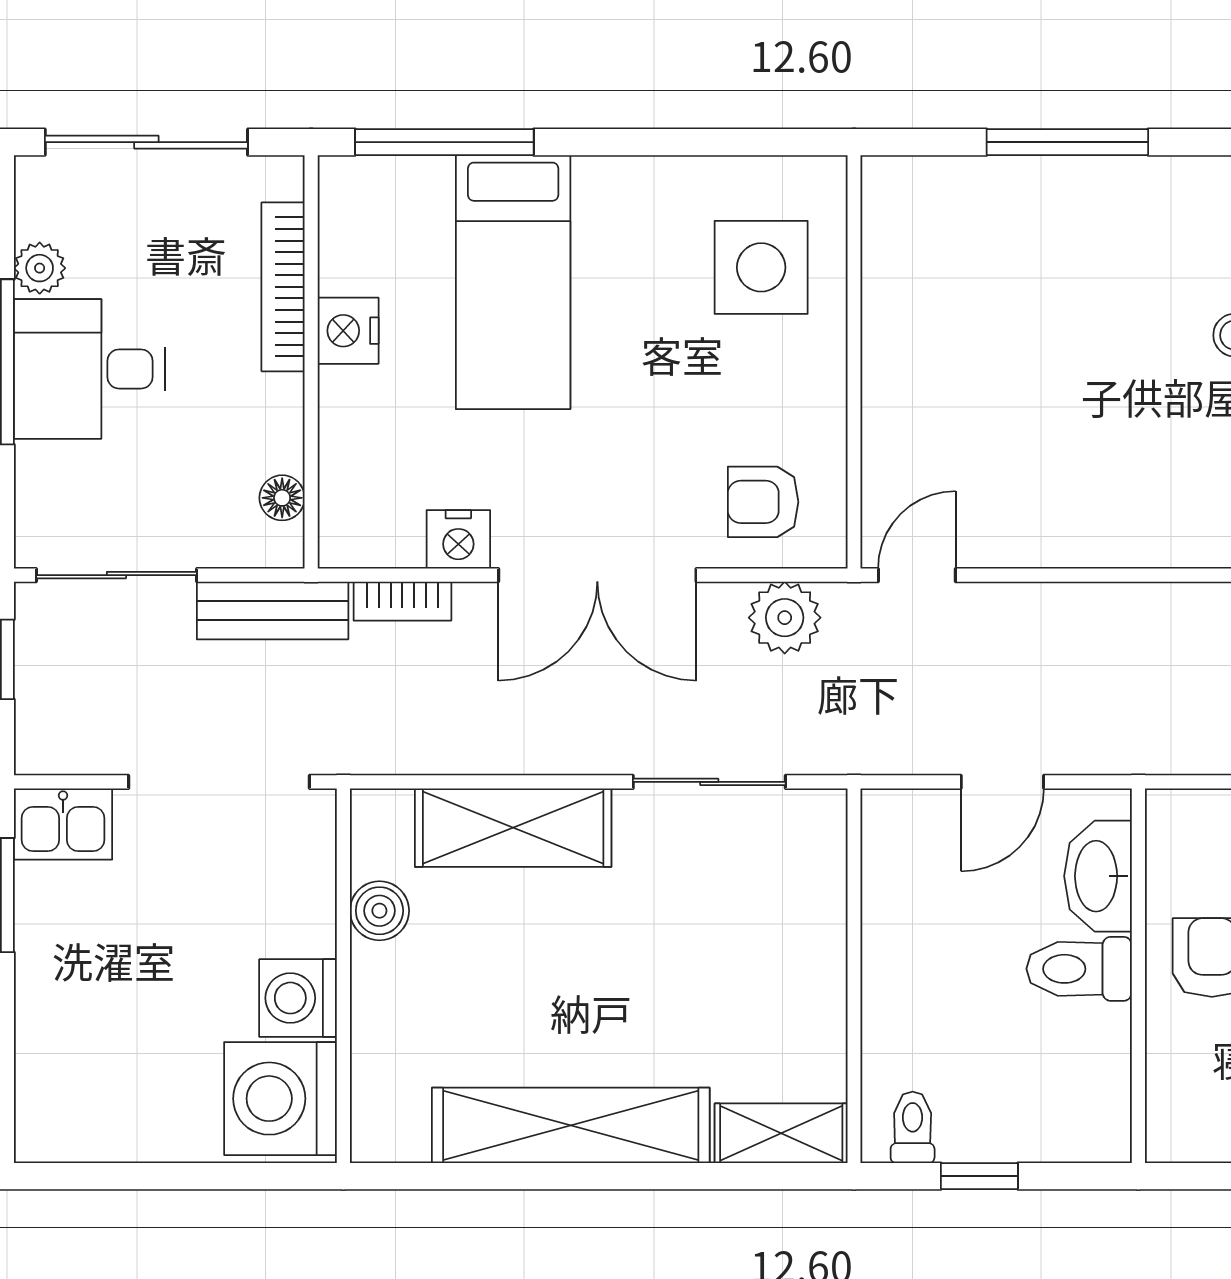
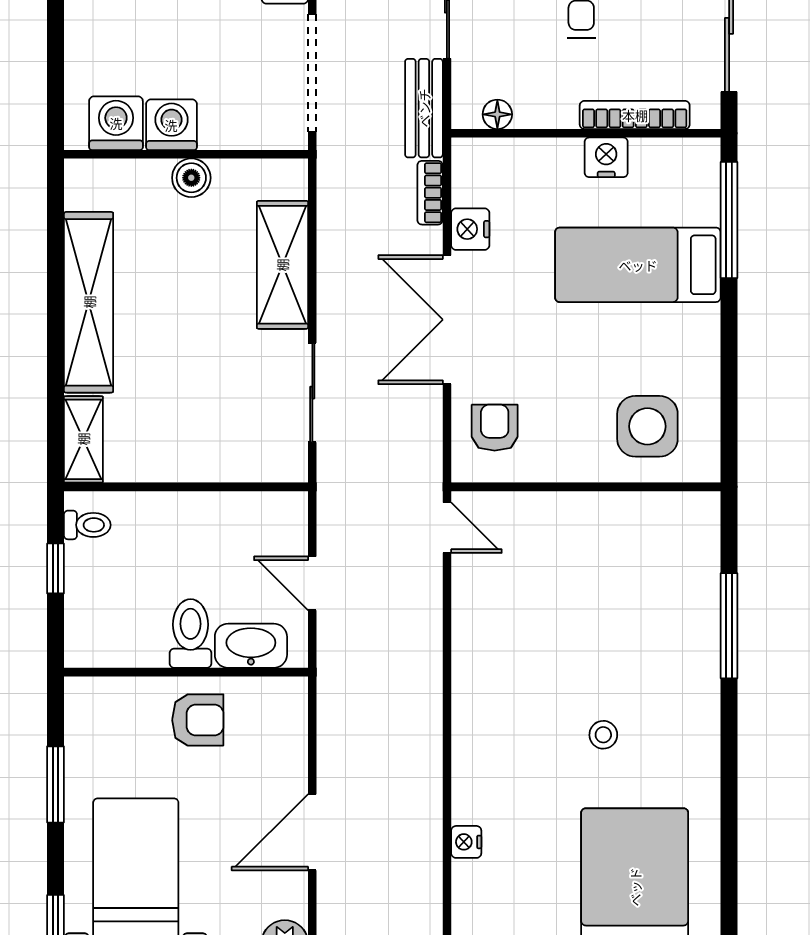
plant: (785, 618) -> (419, 442), removed
boiler: (379, 911) -> (191, 178), moved
washing machine: (281, 1099) -> (116, 123), width x0.73, depth x0.73

